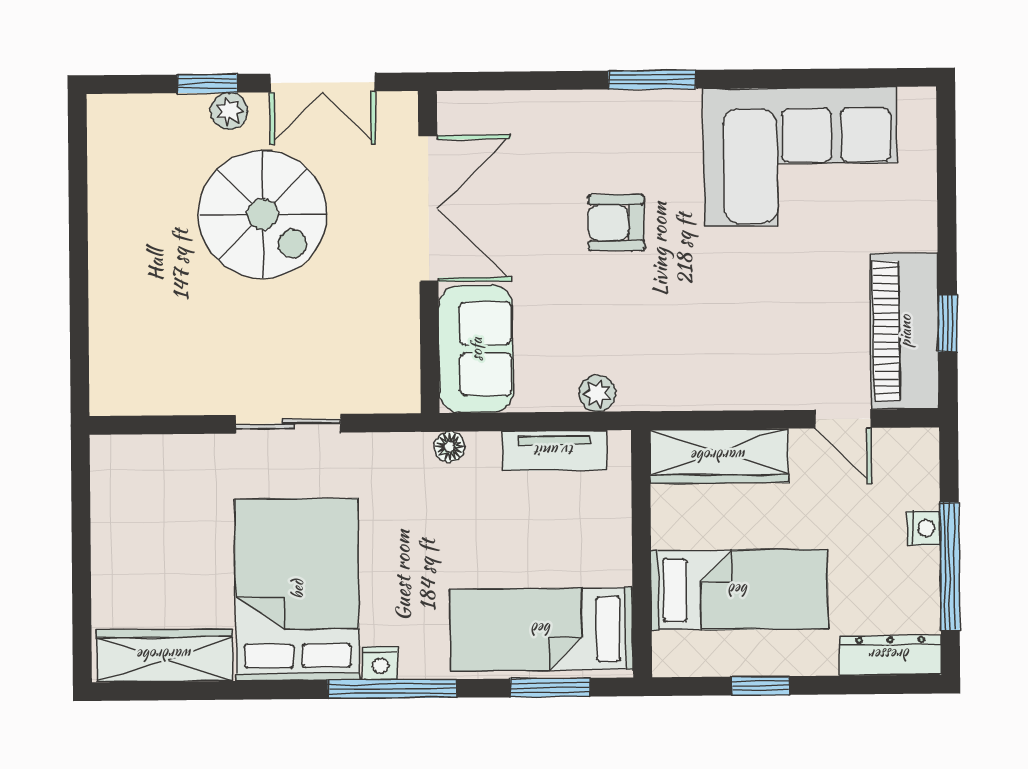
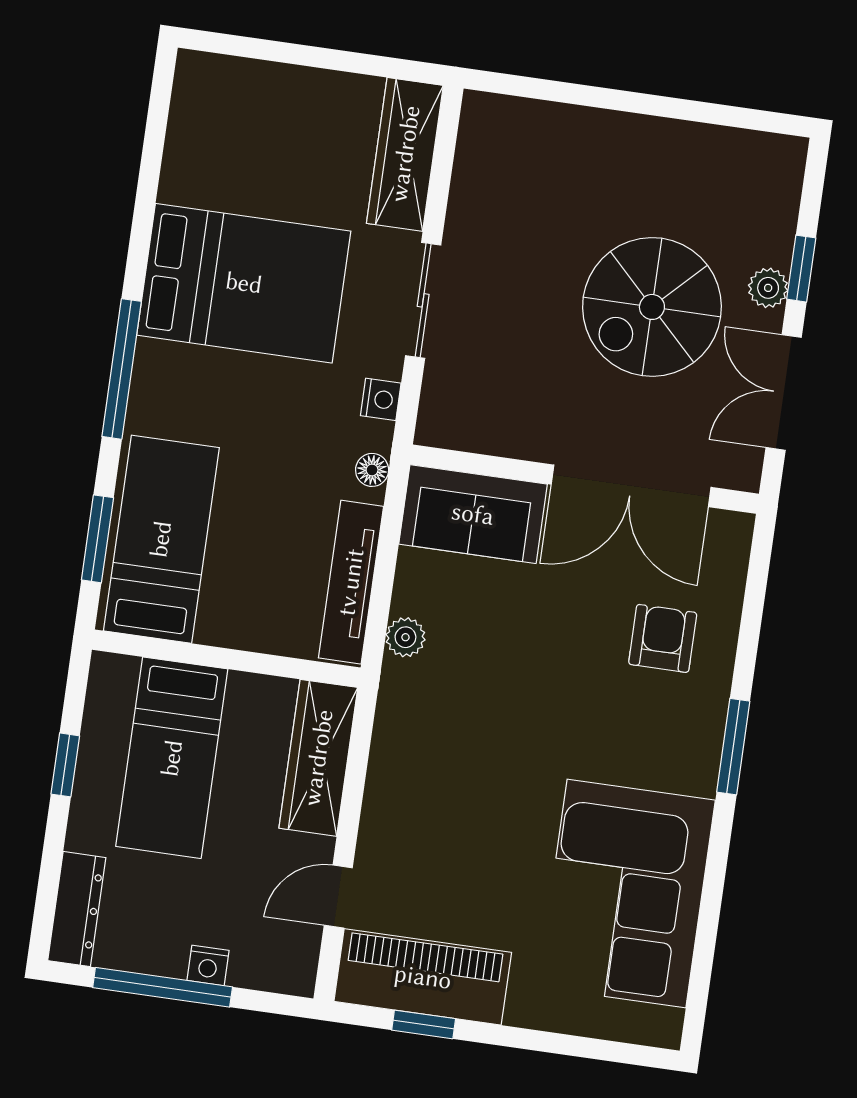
armchair: (616, 223) -> (663, 638), moved
tv unit: (555, 451) -> (351, 582), width x1.41
wardrobe: (165, 655) -> (405, 154), moved, turned 180
nightstand: (380, 663) -> (381, 399), moved, turned 180

